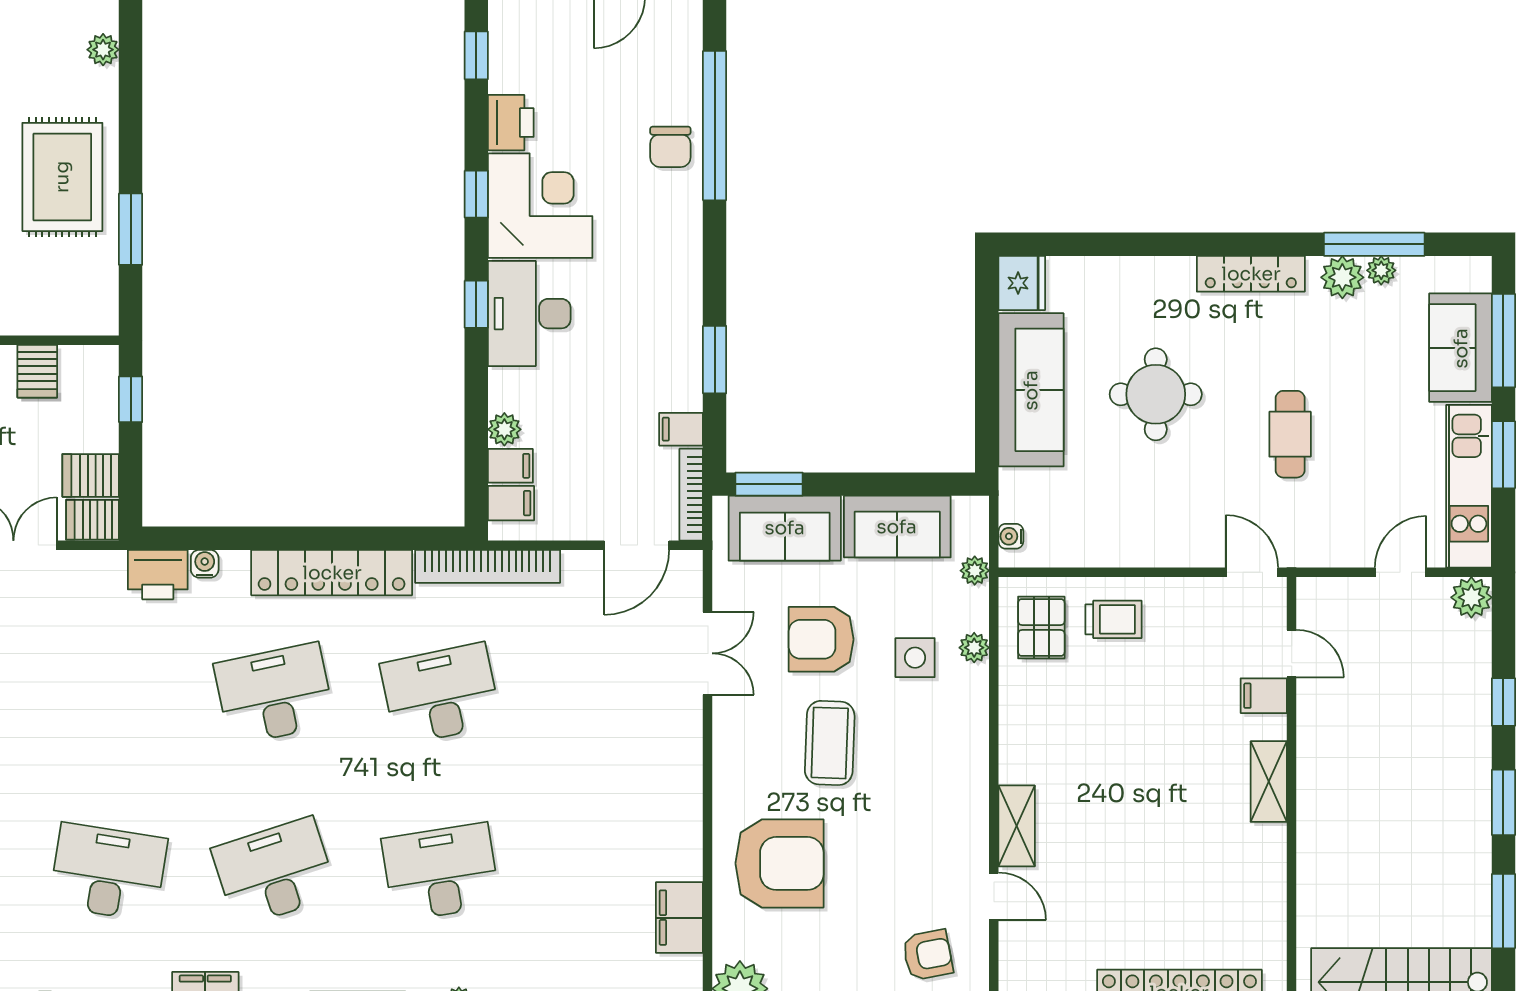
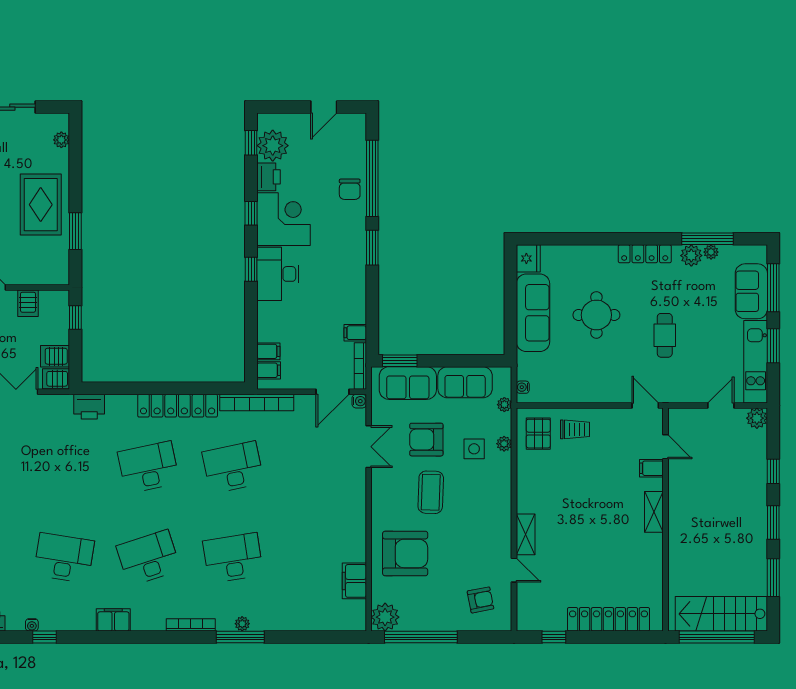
window: (715, 360) -> (372, 248), moved
plant: (504, 429) -> (273, 146), moved, width x1.88, depth x1.88
water cooler: (205, 564) -> (359, 401), moved, turned 90

